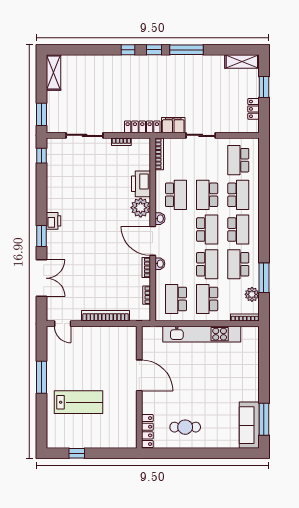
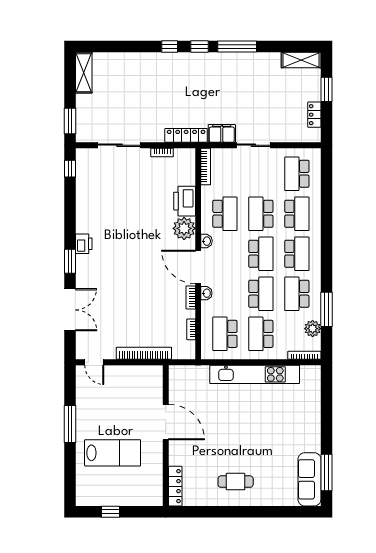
door: (139, 375) -> (166, 422), moved
wall: (139, 387) -> (166, 436), moved
locker: (147, 431) -> (175, 486), moved

